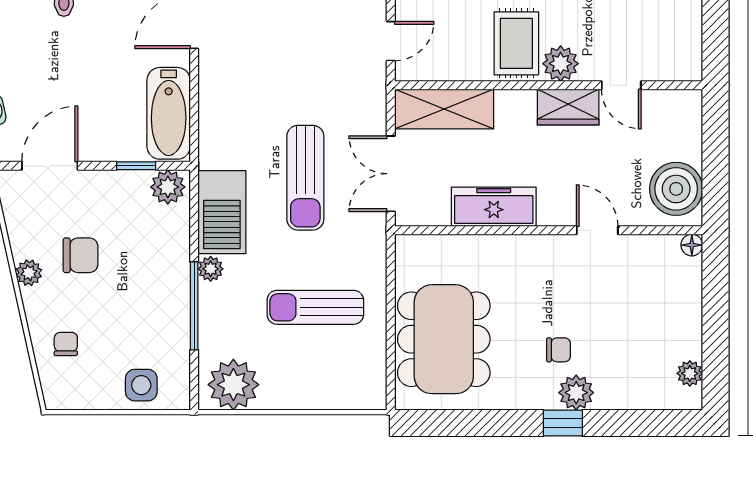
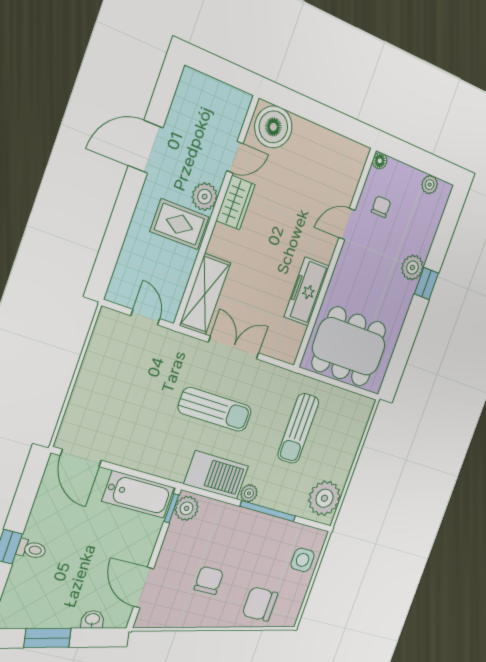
window: (136, 166) -> (172, 508), moved
double door: (391, 174) -> (234, 348), swing flipped
boiler: (676, 189) -> (273, 127), moved
freezer: (494, 207) -> (307, 291), moved
wall: (549, 230) -> (335, 258), moved
door: (597, 230) -> (347, 224), moved
floor lamp: (692, 245) -> (380, 161), moved
plant: (29, 273) -> (207, 618), removed
chair: (66, 344) -> (260, 604), width x1.87, depth x1.87
chair: (559, 350) -> (381, 207), moved

